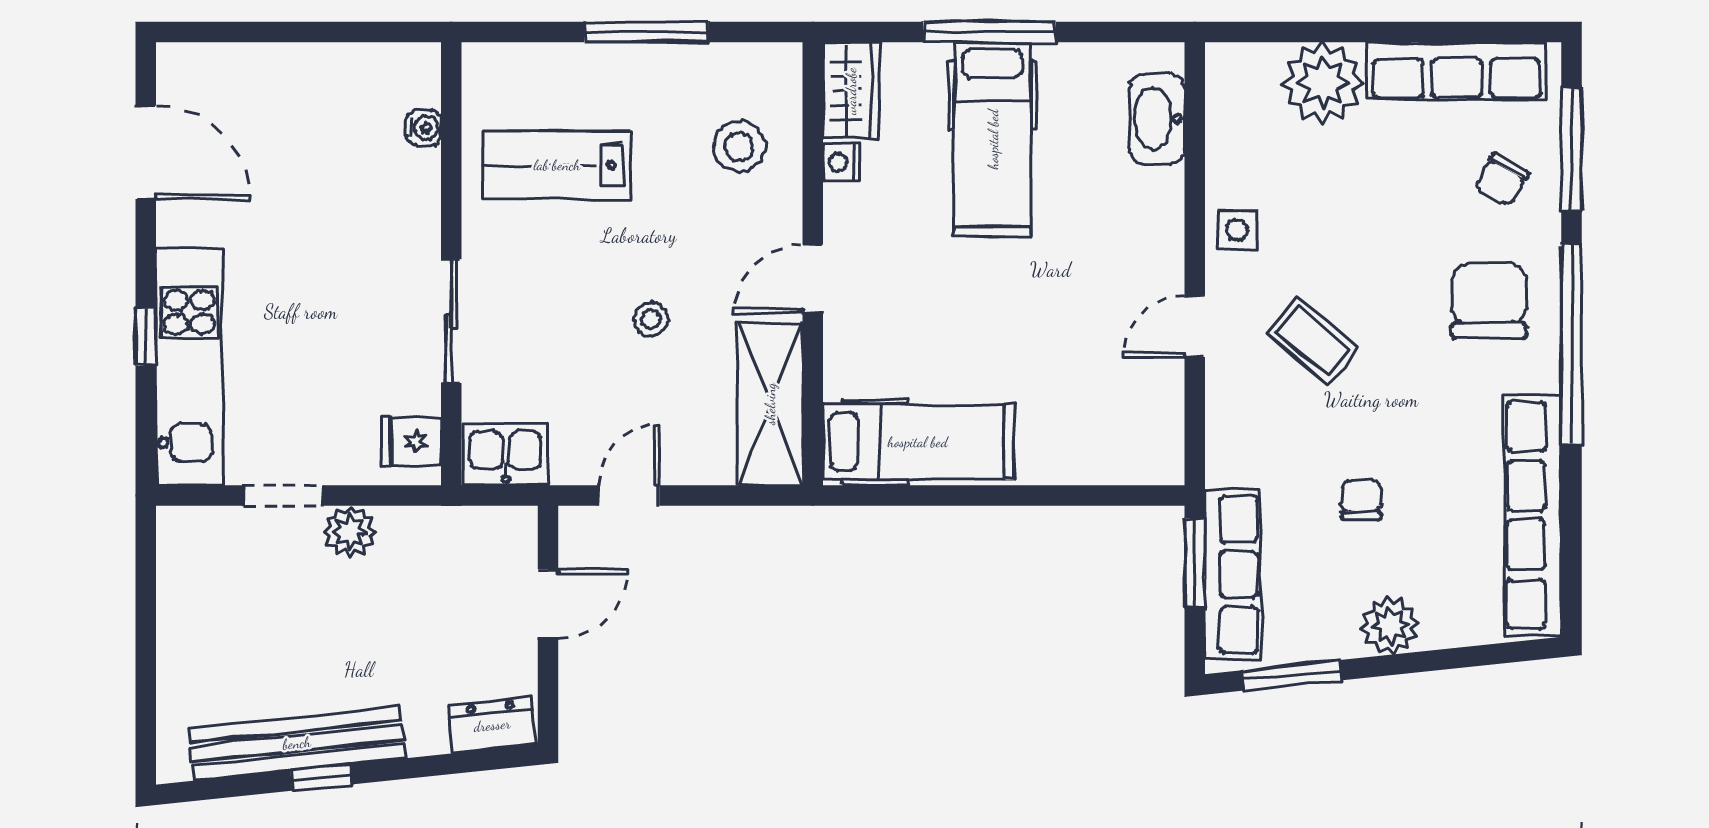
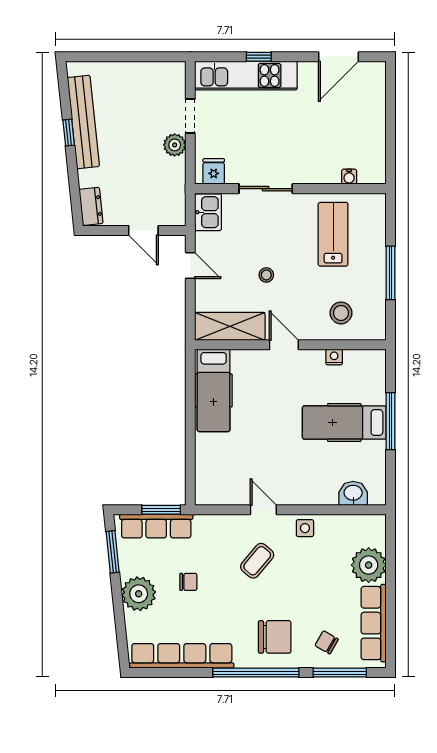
wardrobe: (851, 91) -> (365, 361), removed
washbasin: (1157, 119) -> (353, 493), width x0.72
plant: (1390, 626) -> (139, 594), width x1.36, depth x1.36

